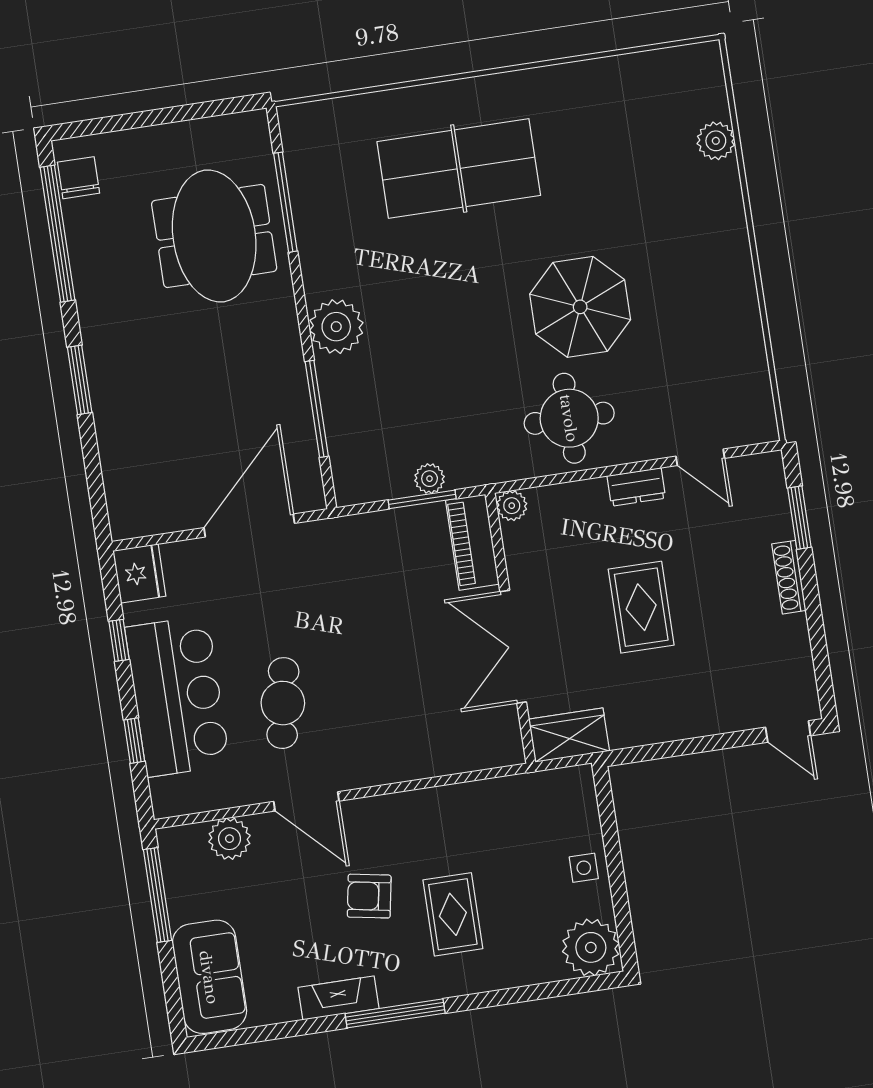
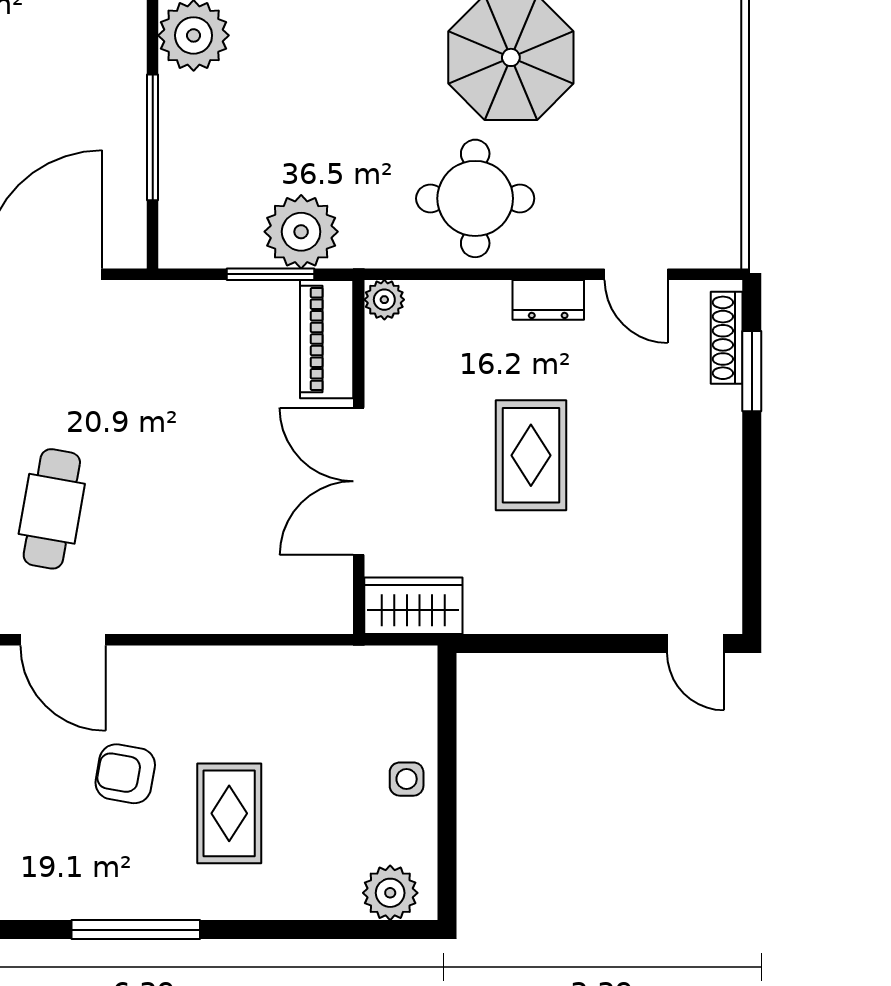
plant: (430, 479) -> (301, 232), width x1.88, depth x1.88
shoe rack: (789, 577) -> (727, 338), moved
plant: (591, 947) -> (390, 893), width x0.73, depth x0.73
fireplace: (339, 998) -> (66, 899), removed

